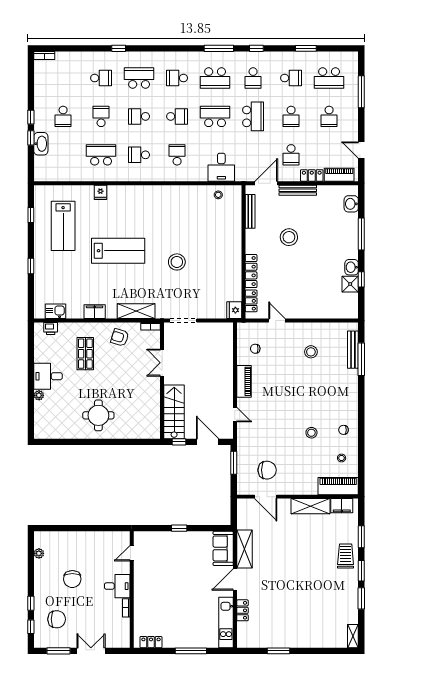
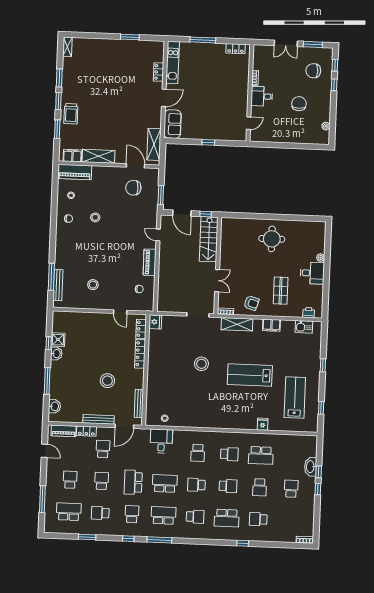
school desk: (215, 116) -> (165, 484), turned 180
shelving: (244, 549) -> (154, 144), moved

